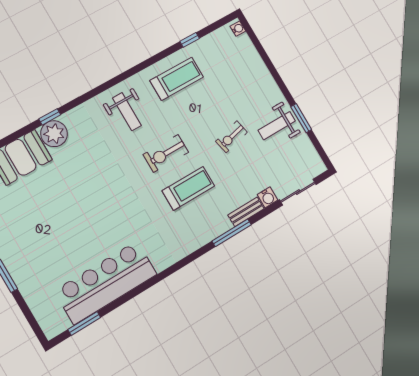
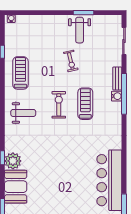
exercise bike: (166, 153) -> (59, 105), turned 180
water cooler: (268, 197) -> (117, 96), moved
window: (232, 233) -> (124, 94), width x1.46

